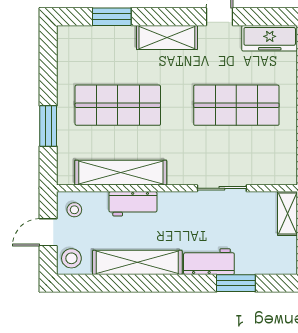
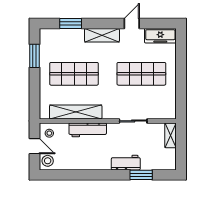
window: (48, 126) -> (34, 56), moved
workbench: (133, 204) -> (88, 130), width x1.38
door: (48, 232) -> (34, 146), swing flipped
shelving: (137, 262) -> (85, 163), removed

